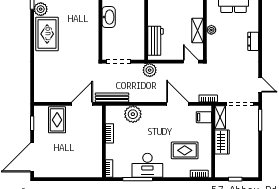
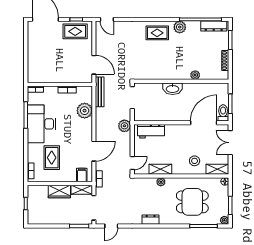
rug: (47, 34) -> (157, 33), width x0.73, depth x0.70
door: (32, 90) -> (107, 19), added
rug: (57, 120) -> (75, 31), moved
desk: (147, 165) -> (41, 124), width x1.36, depth x1.30

